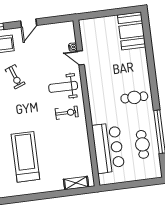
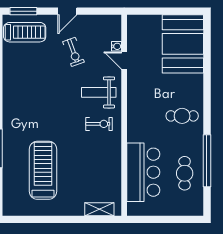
booth: (132, 31) -> (183, 44), width x1.36, depth x1.42
exercise bike: (15, 77) -> (73, 52), moved

